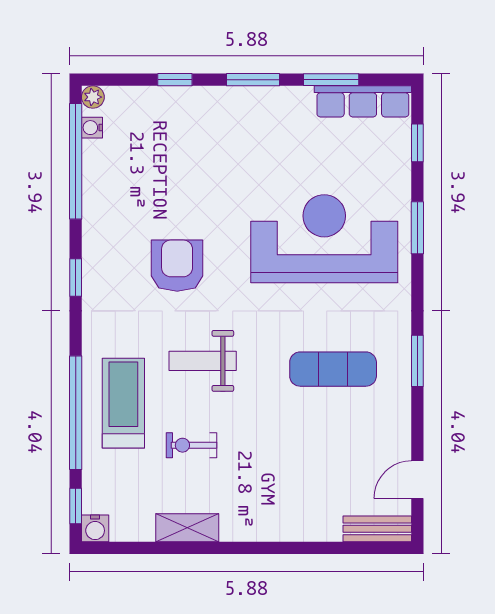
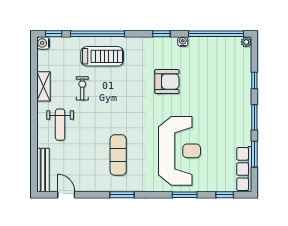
water cooler: (92, 128) -> (183, 42), moved
weight bench: (203, 361) -> (60, 125), moved, turned 180
bench: (377, 529) -> (43, 170), width x1.36

